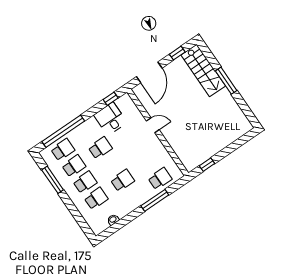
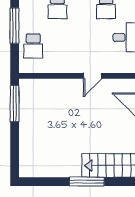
window: (207, 165) -> (15, 104), width x2.17

